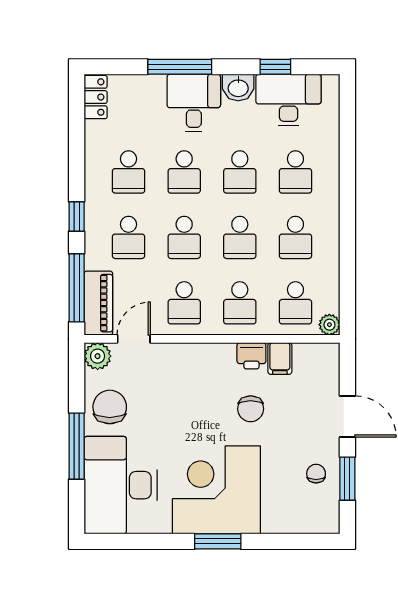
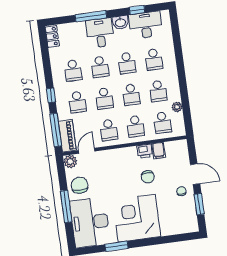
plant: (329, 325) -> (177, 107), moved
chair: (316, 474) -> (181, 191), moved
window: (218, 541) -> (116, 246), moved

